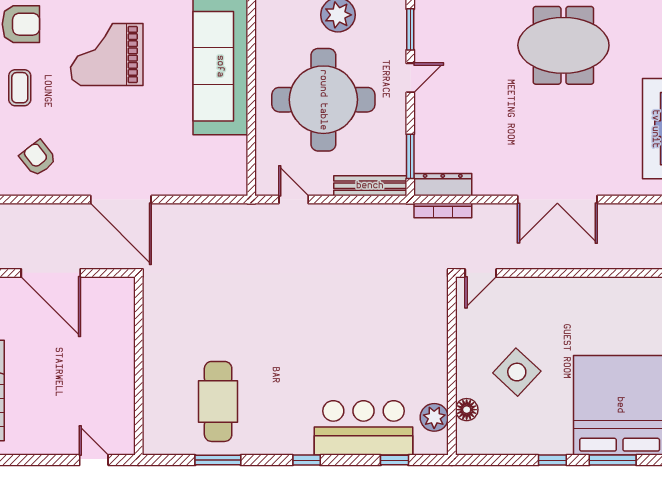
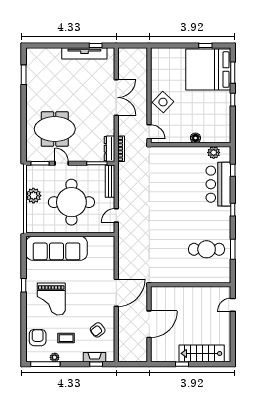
meeting table: (563, 45) -> (55, 129), moved, turned 90
side table: (517, 372) -> (163, 102), moved
floor lamp: (467, 410) -> (195, 138), moved

